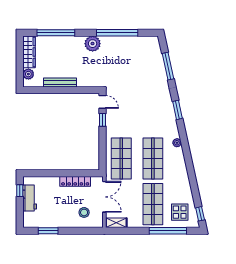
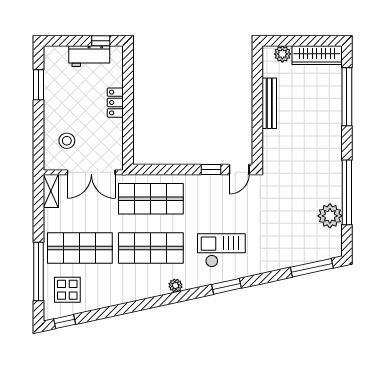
plant: (93, 44) -> (330, 216), moved
window: (168, 66) -> (312, 268), moved
checkout: (154, 113) -> (221, 250), added
locker: (75, 181) -> (115, 103), moved, width x0.66

